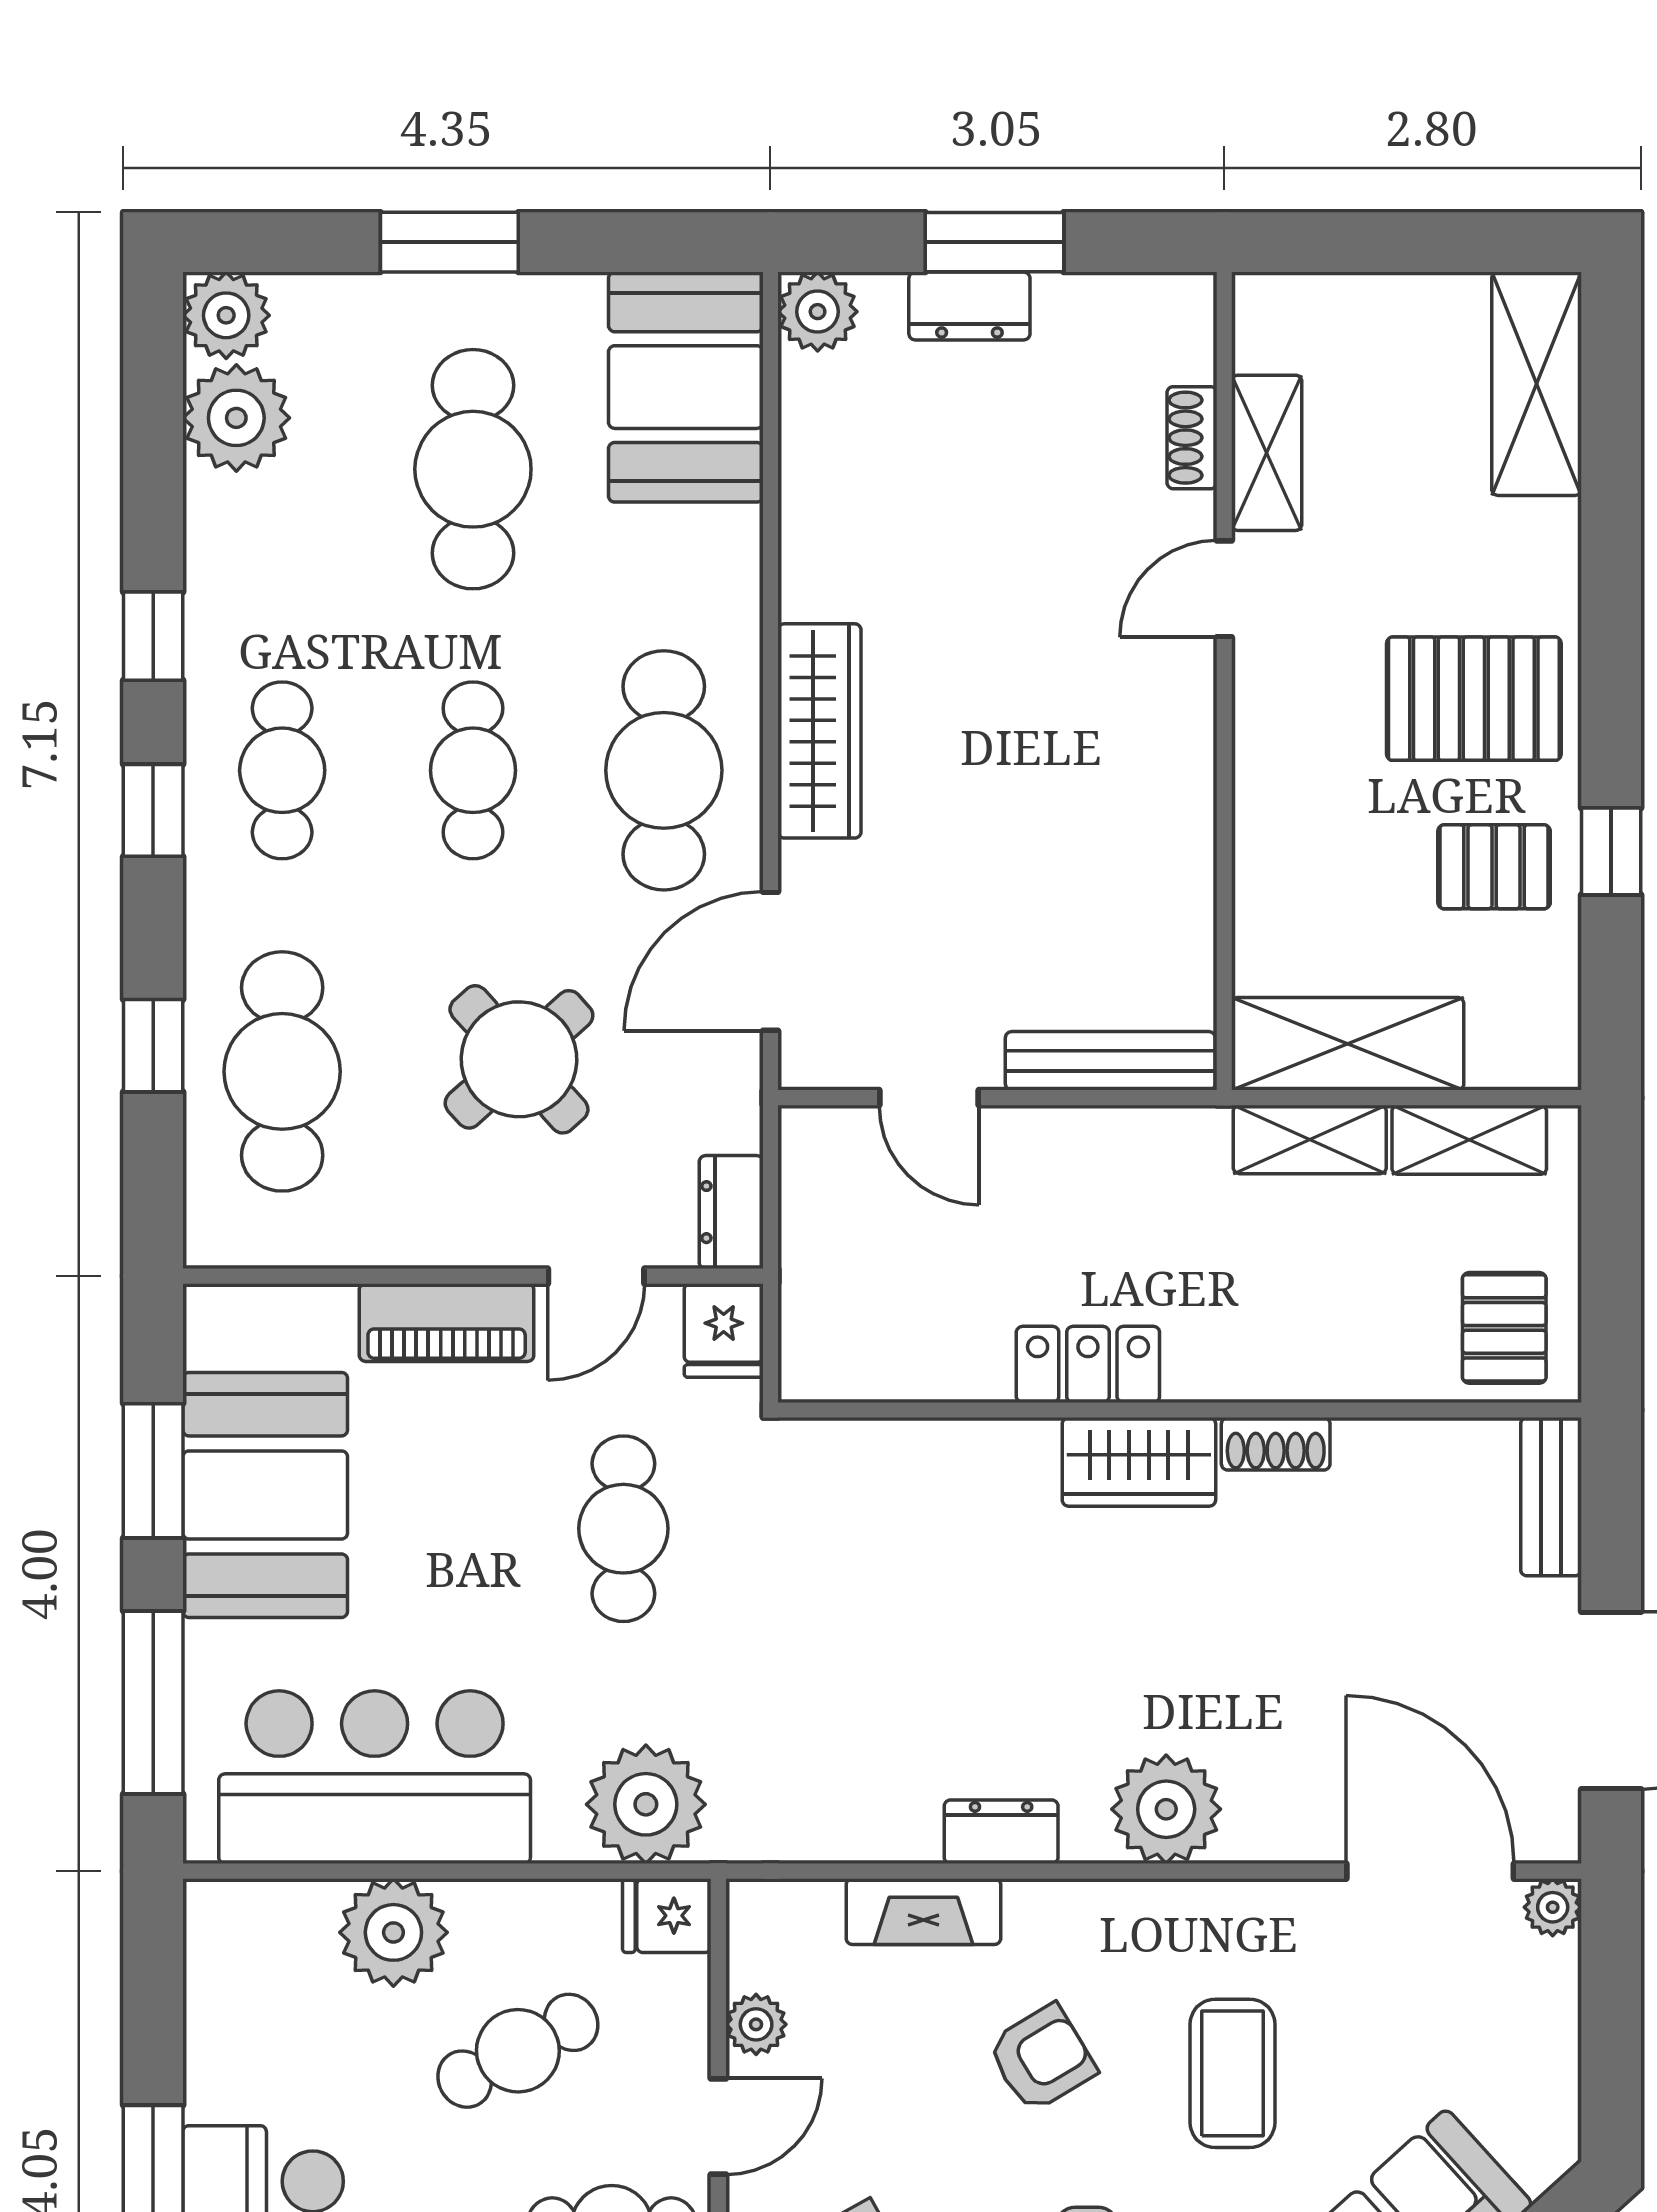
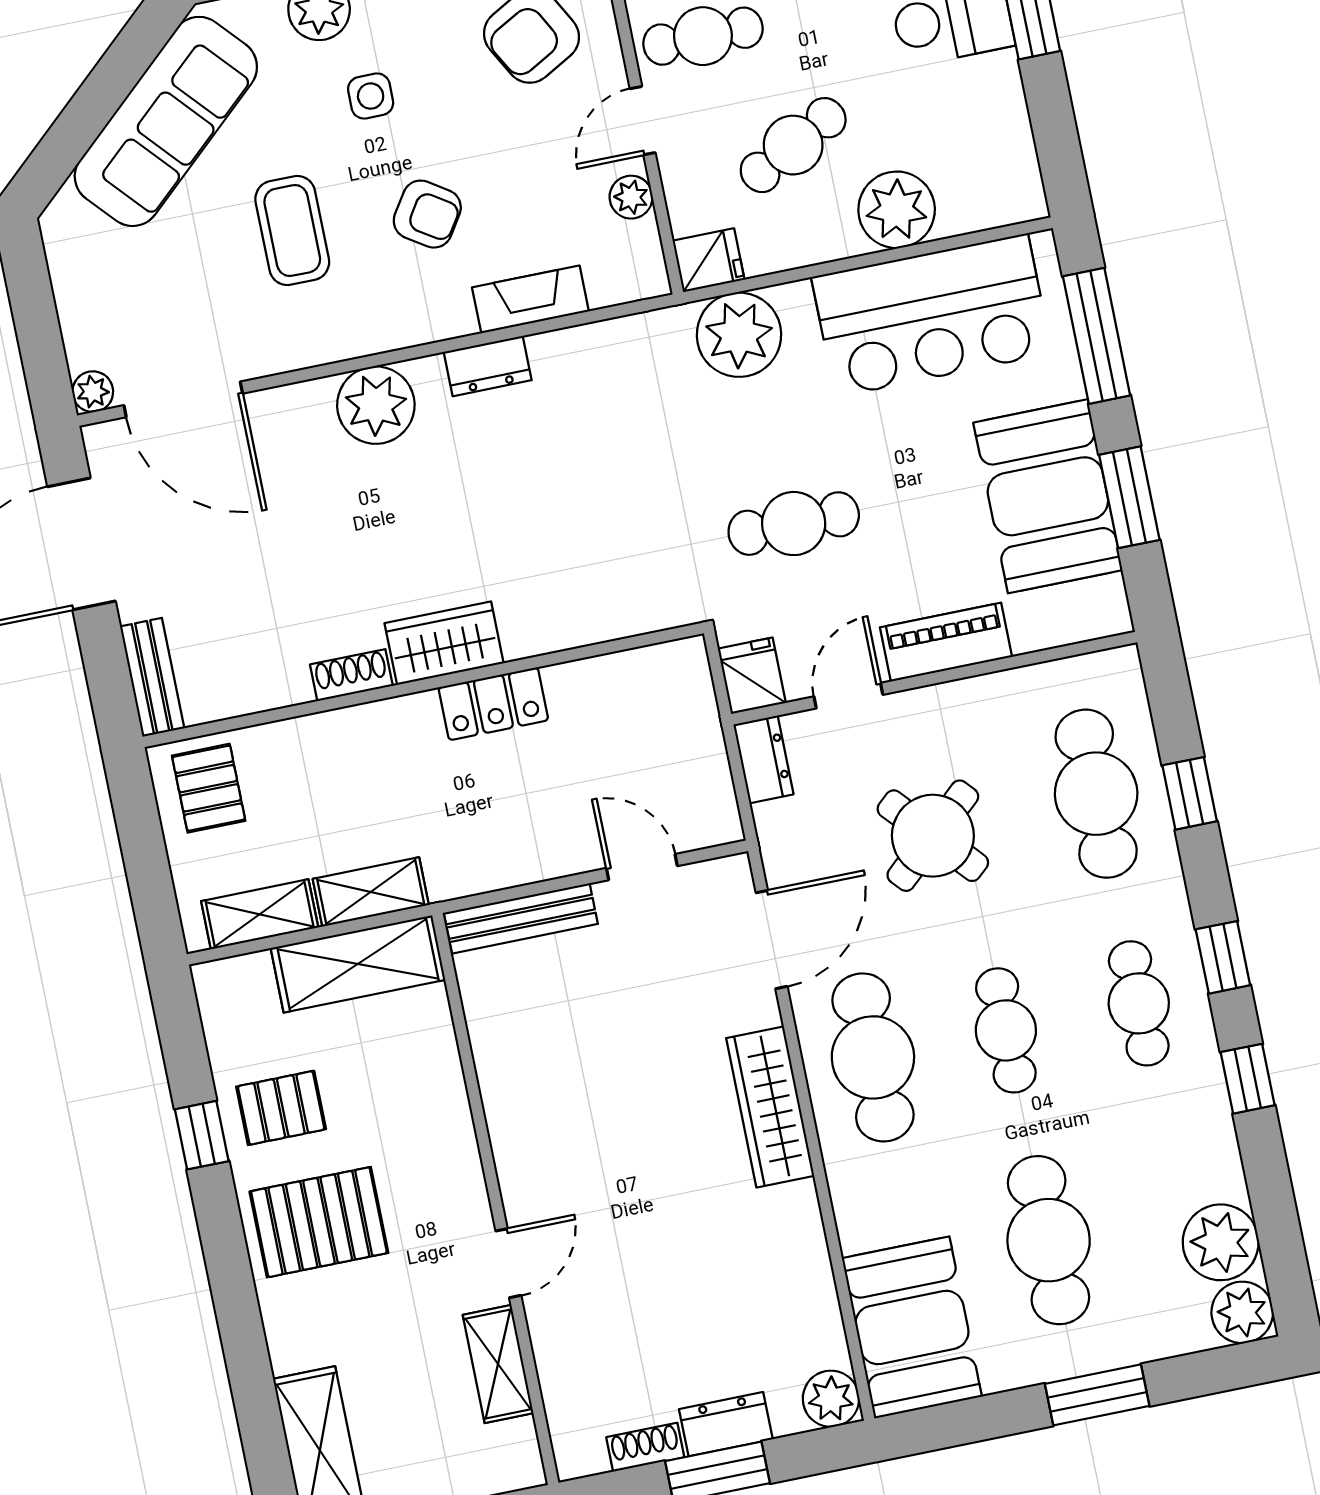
shoe rack: (1192, 438) -> (645, 1447), moved, turned -90
cafe table: (623, 1529) -> (794, 524), turned 90
armchair: (1042, 2058) -> (427, 214), turned -116

